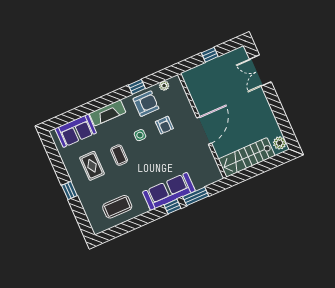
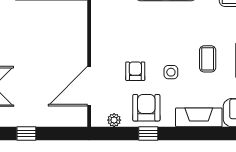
window: (210, 55) -> (26, 133), moved
armchair: (146, 104) -> (146, 108), turned 90
door: (204, 130) -> (89, 86), moved

